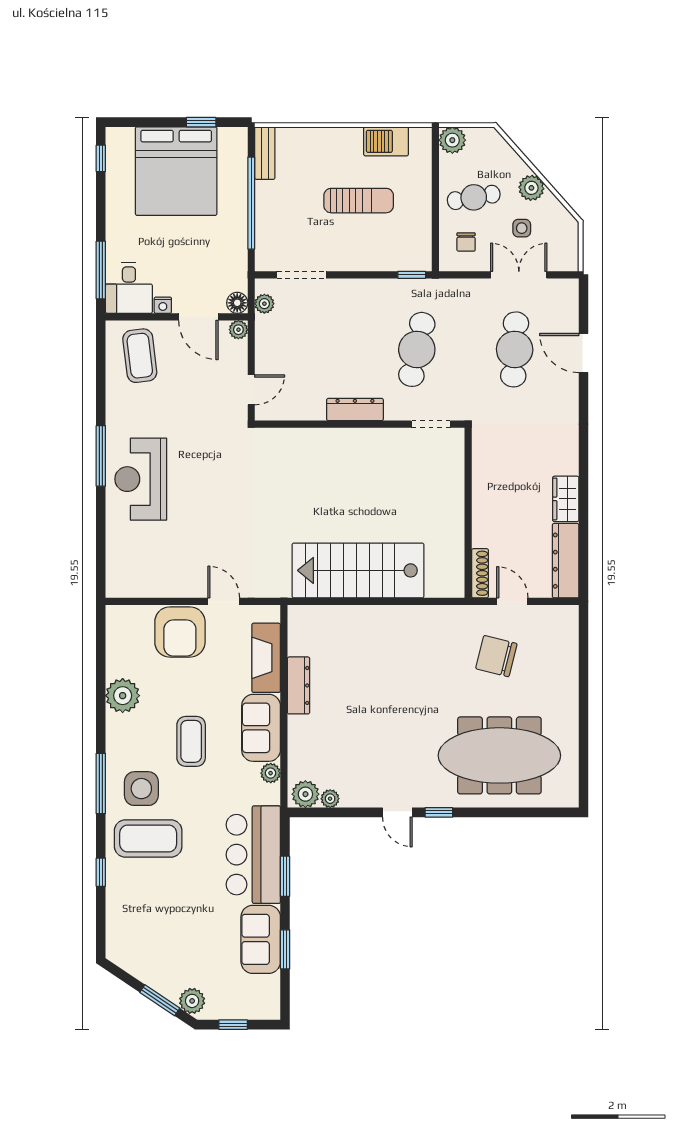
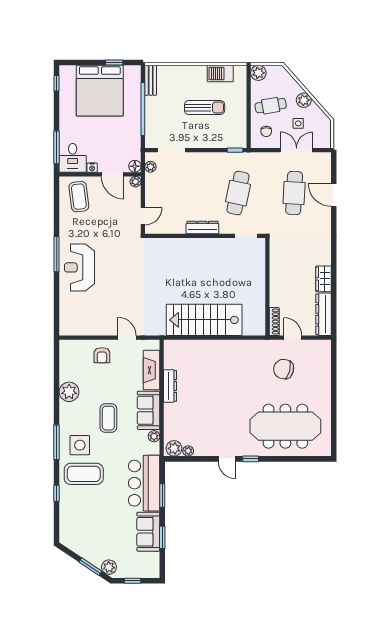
armchair: (180, 632) -> (102, 355), width x0.53, depth x0.53

